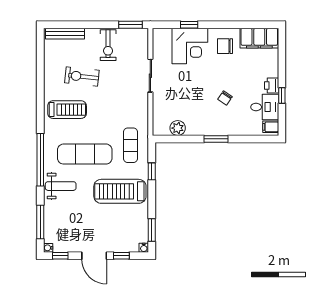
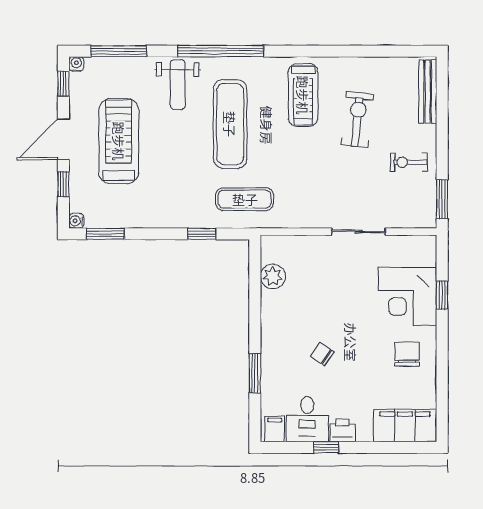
filing cabinet: (259, 38) -> (405, 425), moved, turned 90
exercise bike: (108, 45) -> (409, 162), width x0.73, depth x0.72
window: (216, 139) -> (255, 373), moved
treadmill: (120, 191) -> (119, 141), moved

